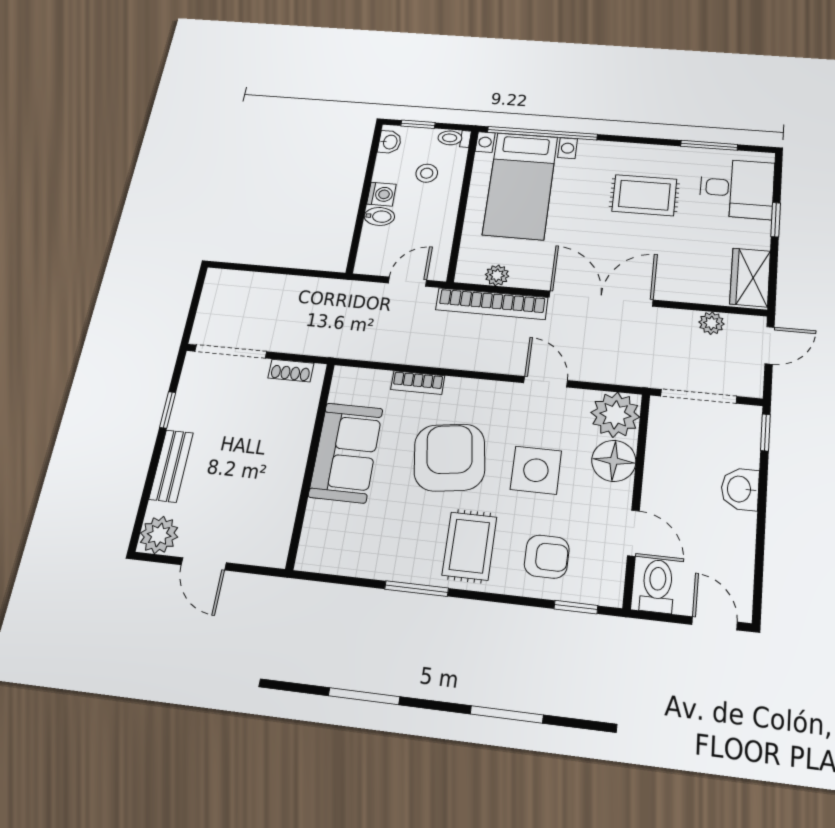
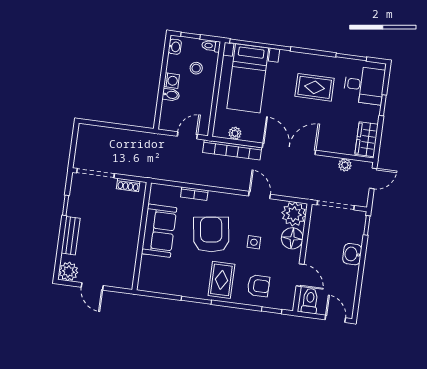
side table: (536, 470) -> (254, 242), width x0.54, depth x0.54

